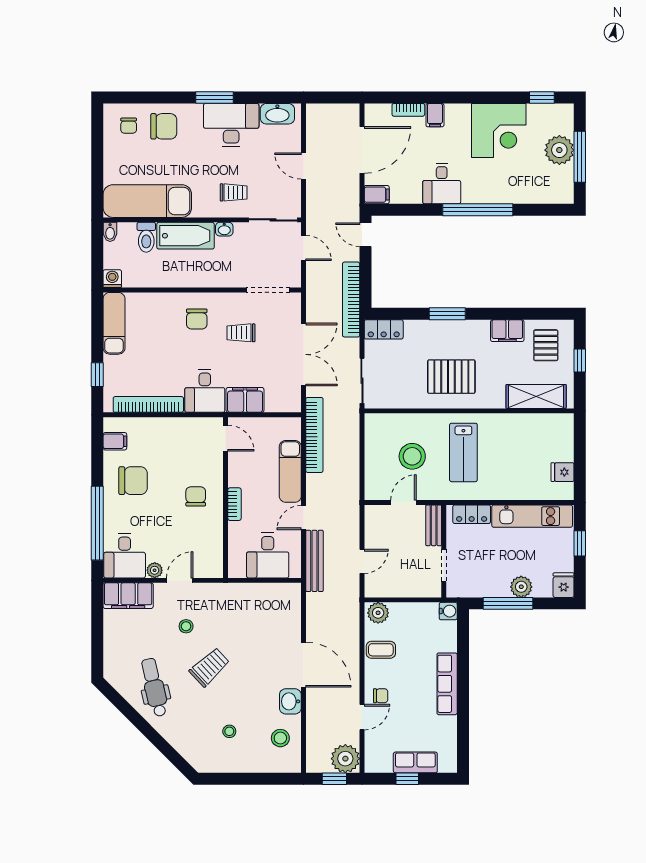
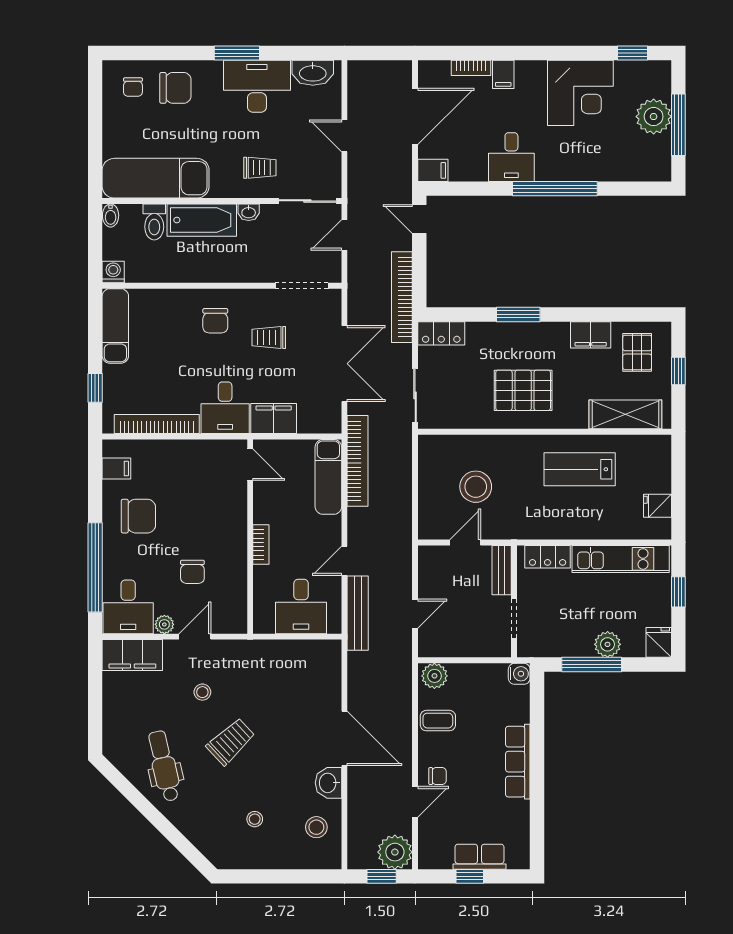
door: (304, 248) -> (344, 235), swing flipped
lab bench: (463, 452) -> (580, 469), moved, turned 90
exam couch: (290, 471) -> (328, 477), moved
chair: (196, 496) -> (192, 572), moved, turned 180

